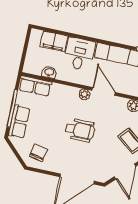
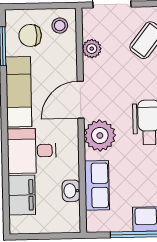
row of seats: (35, 86) -> (97, 185), moved
plant: (84, 94) -> (100, 136), width x1.88, depth x1.88

